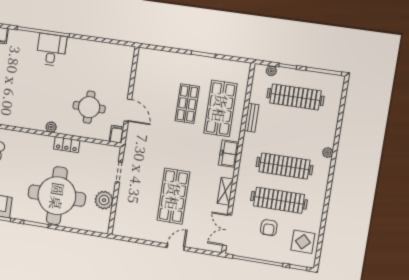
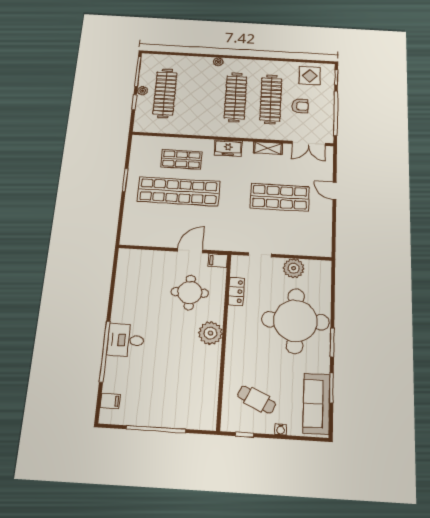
plant: (271, 71) -> (143, 91), moved
shop shelf: (187, 104) -> (179, 191), width x2.00, depth x1.36
shop shelf: (220, 108) -> (181, 159), width x0.70, depth x0.74
bench: (251, 118) -> (189, 130), removed
plant: (51, 127) -> (211, 333), width x1.88, depth x1.88
locker: (67, 145) -> (236, 291), moved

